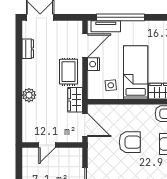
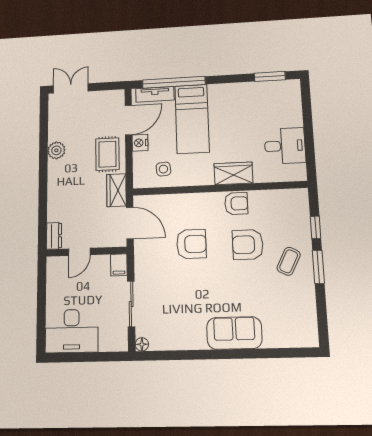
dresser: (28, 49) -> (54, 236), moved
bed: (136, 72) -> (192, 119), moved, turned 180
plant: (29, 95) -> (56, 150), moved
filing cabinet: (76, 155) -> (119, 265), added

